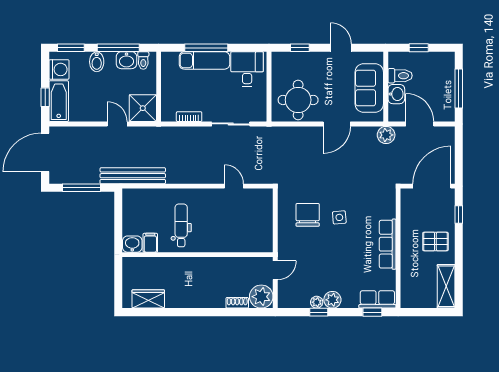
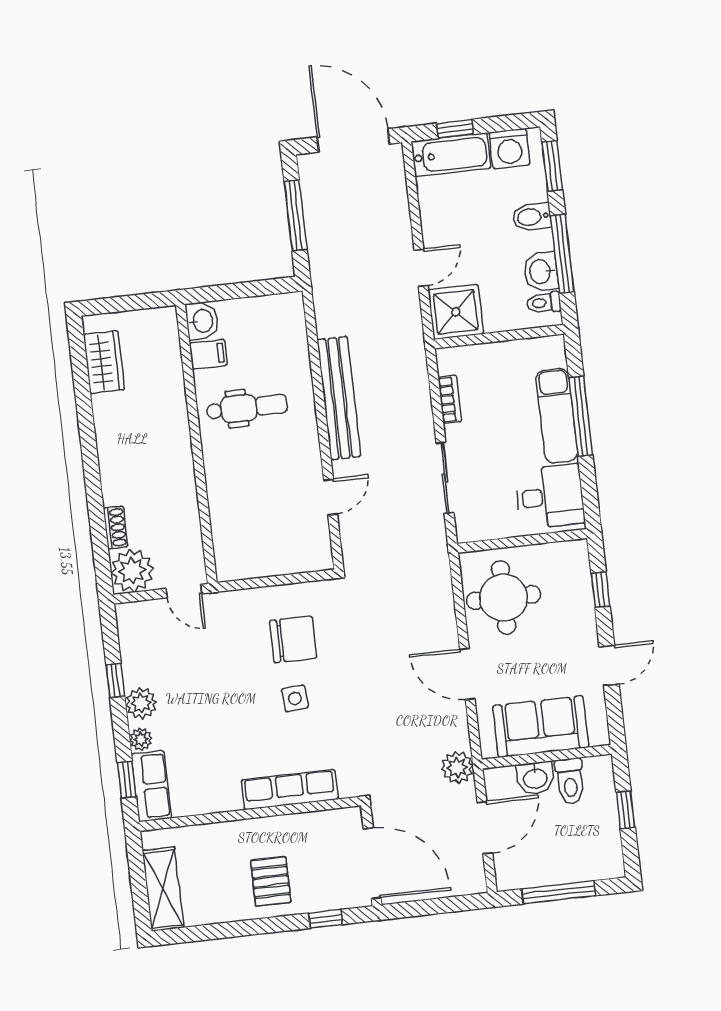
bench: (133, 176) -> (339, 398), moved
row of seats: (388, 244) -> (290, 790), moved
shelving: (446, 286) -> (163, 889), moved, turned 90
plant: (317, 302) -> (141, 739), moved

